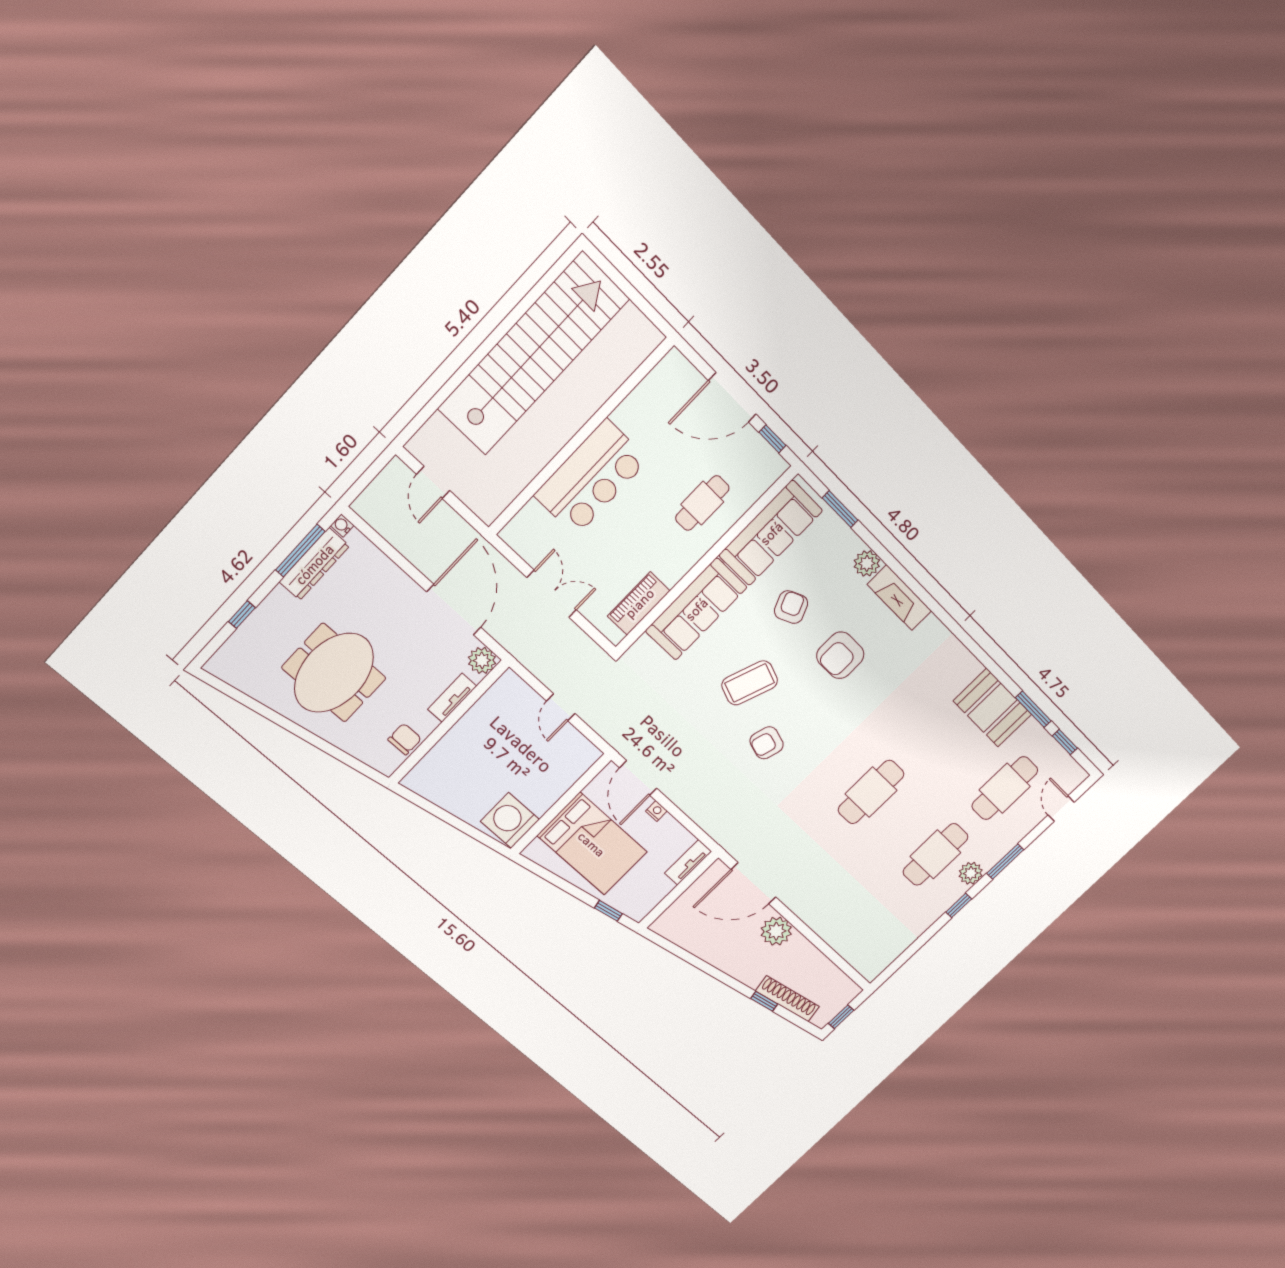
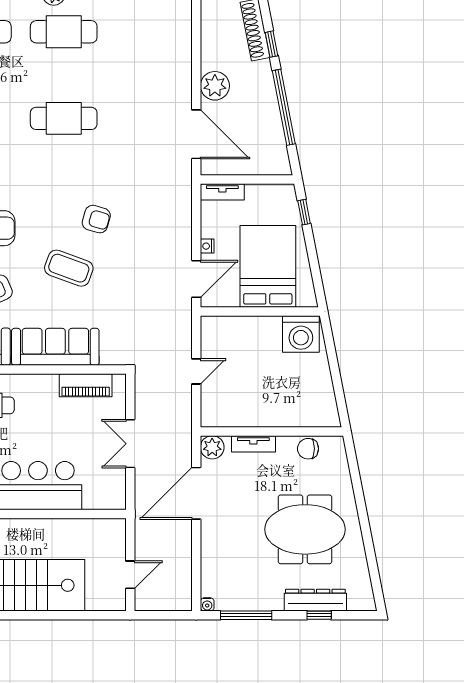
dresser: (314, 564) -> (315, 600), moved
window: (707, 968) -> (284, 107), added

